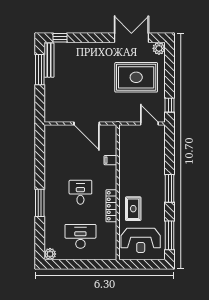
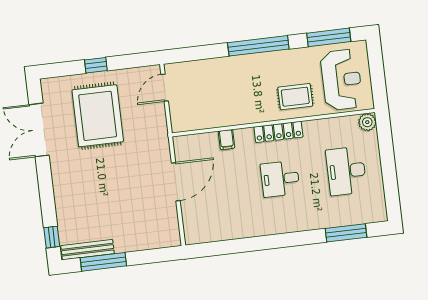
plant: (159, 48) -> (50, 87), removed
window: (170, 105) -> (96, 65), moved
window: (170, 188) -> (258, 46), width x1.46
window: (40, 203) -> (346, 233), moved
locker: (111, 206) -> (278, 132), moved
plant: (50, 254) -> (367, 122), moved

